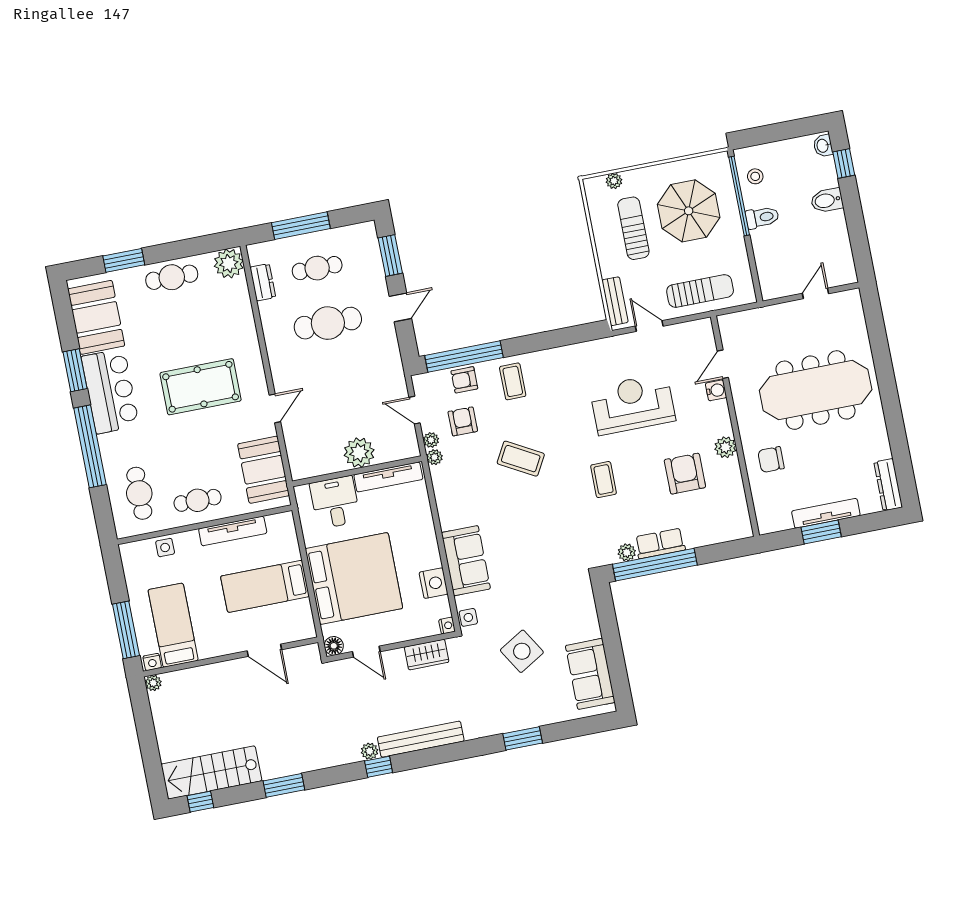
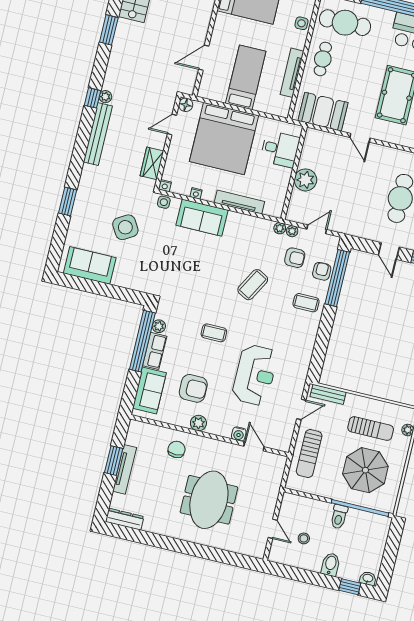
stool: (755, 176) -> (304, 538), moved
meeting table: (816, 390) -> (209, 500), width x0.73
tv unit: (388, 477) -> (239, 202), moved, turned 90
cafe table: (139, 493) -> (345, 23), width x1.37, depth x1.35
sofa: (713, 527) -> (149, 391), added
nightstand: (434, 583) -> (196, 193), width x0.53, depth x0.56

